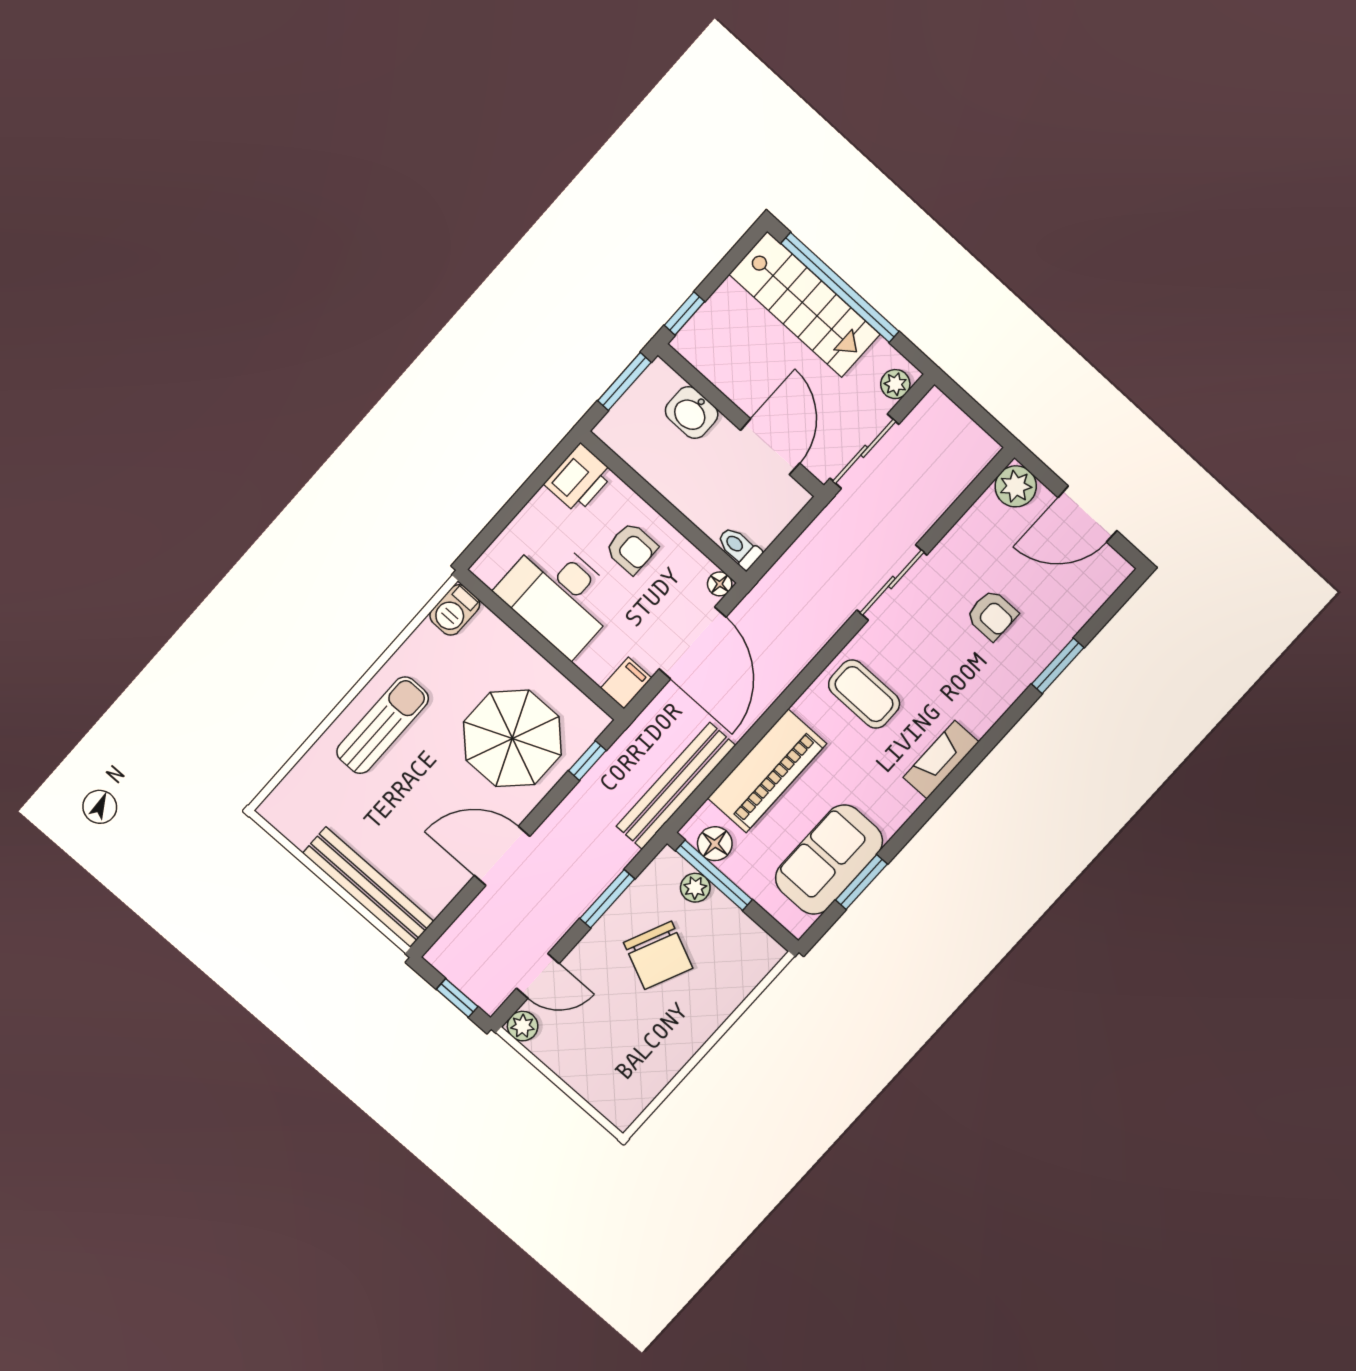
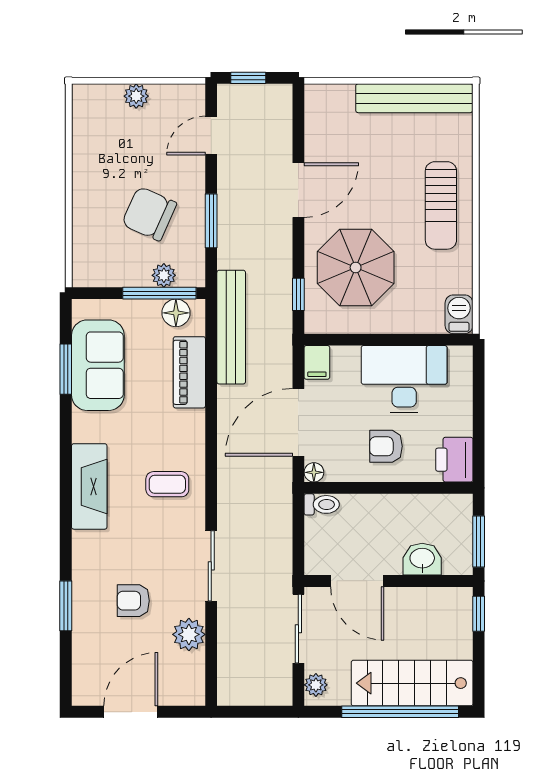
plant: (1016, 486) -> (189, 634), moved
door: (693, 643) -> (298, 422), hinge flipped
coffee table: (864, 694) -> (167, 484), width x0.73, depth x0.77
fireplace: (941, 760) -> (89, 486), width x1.37, depth x1.32
piano: (767, 771) -> (189, 372), width x0.73, depth x0.75
bench: (368, 887) -> (414, 98), moved
plant: (523, 1026) -> (136, 96), moved

